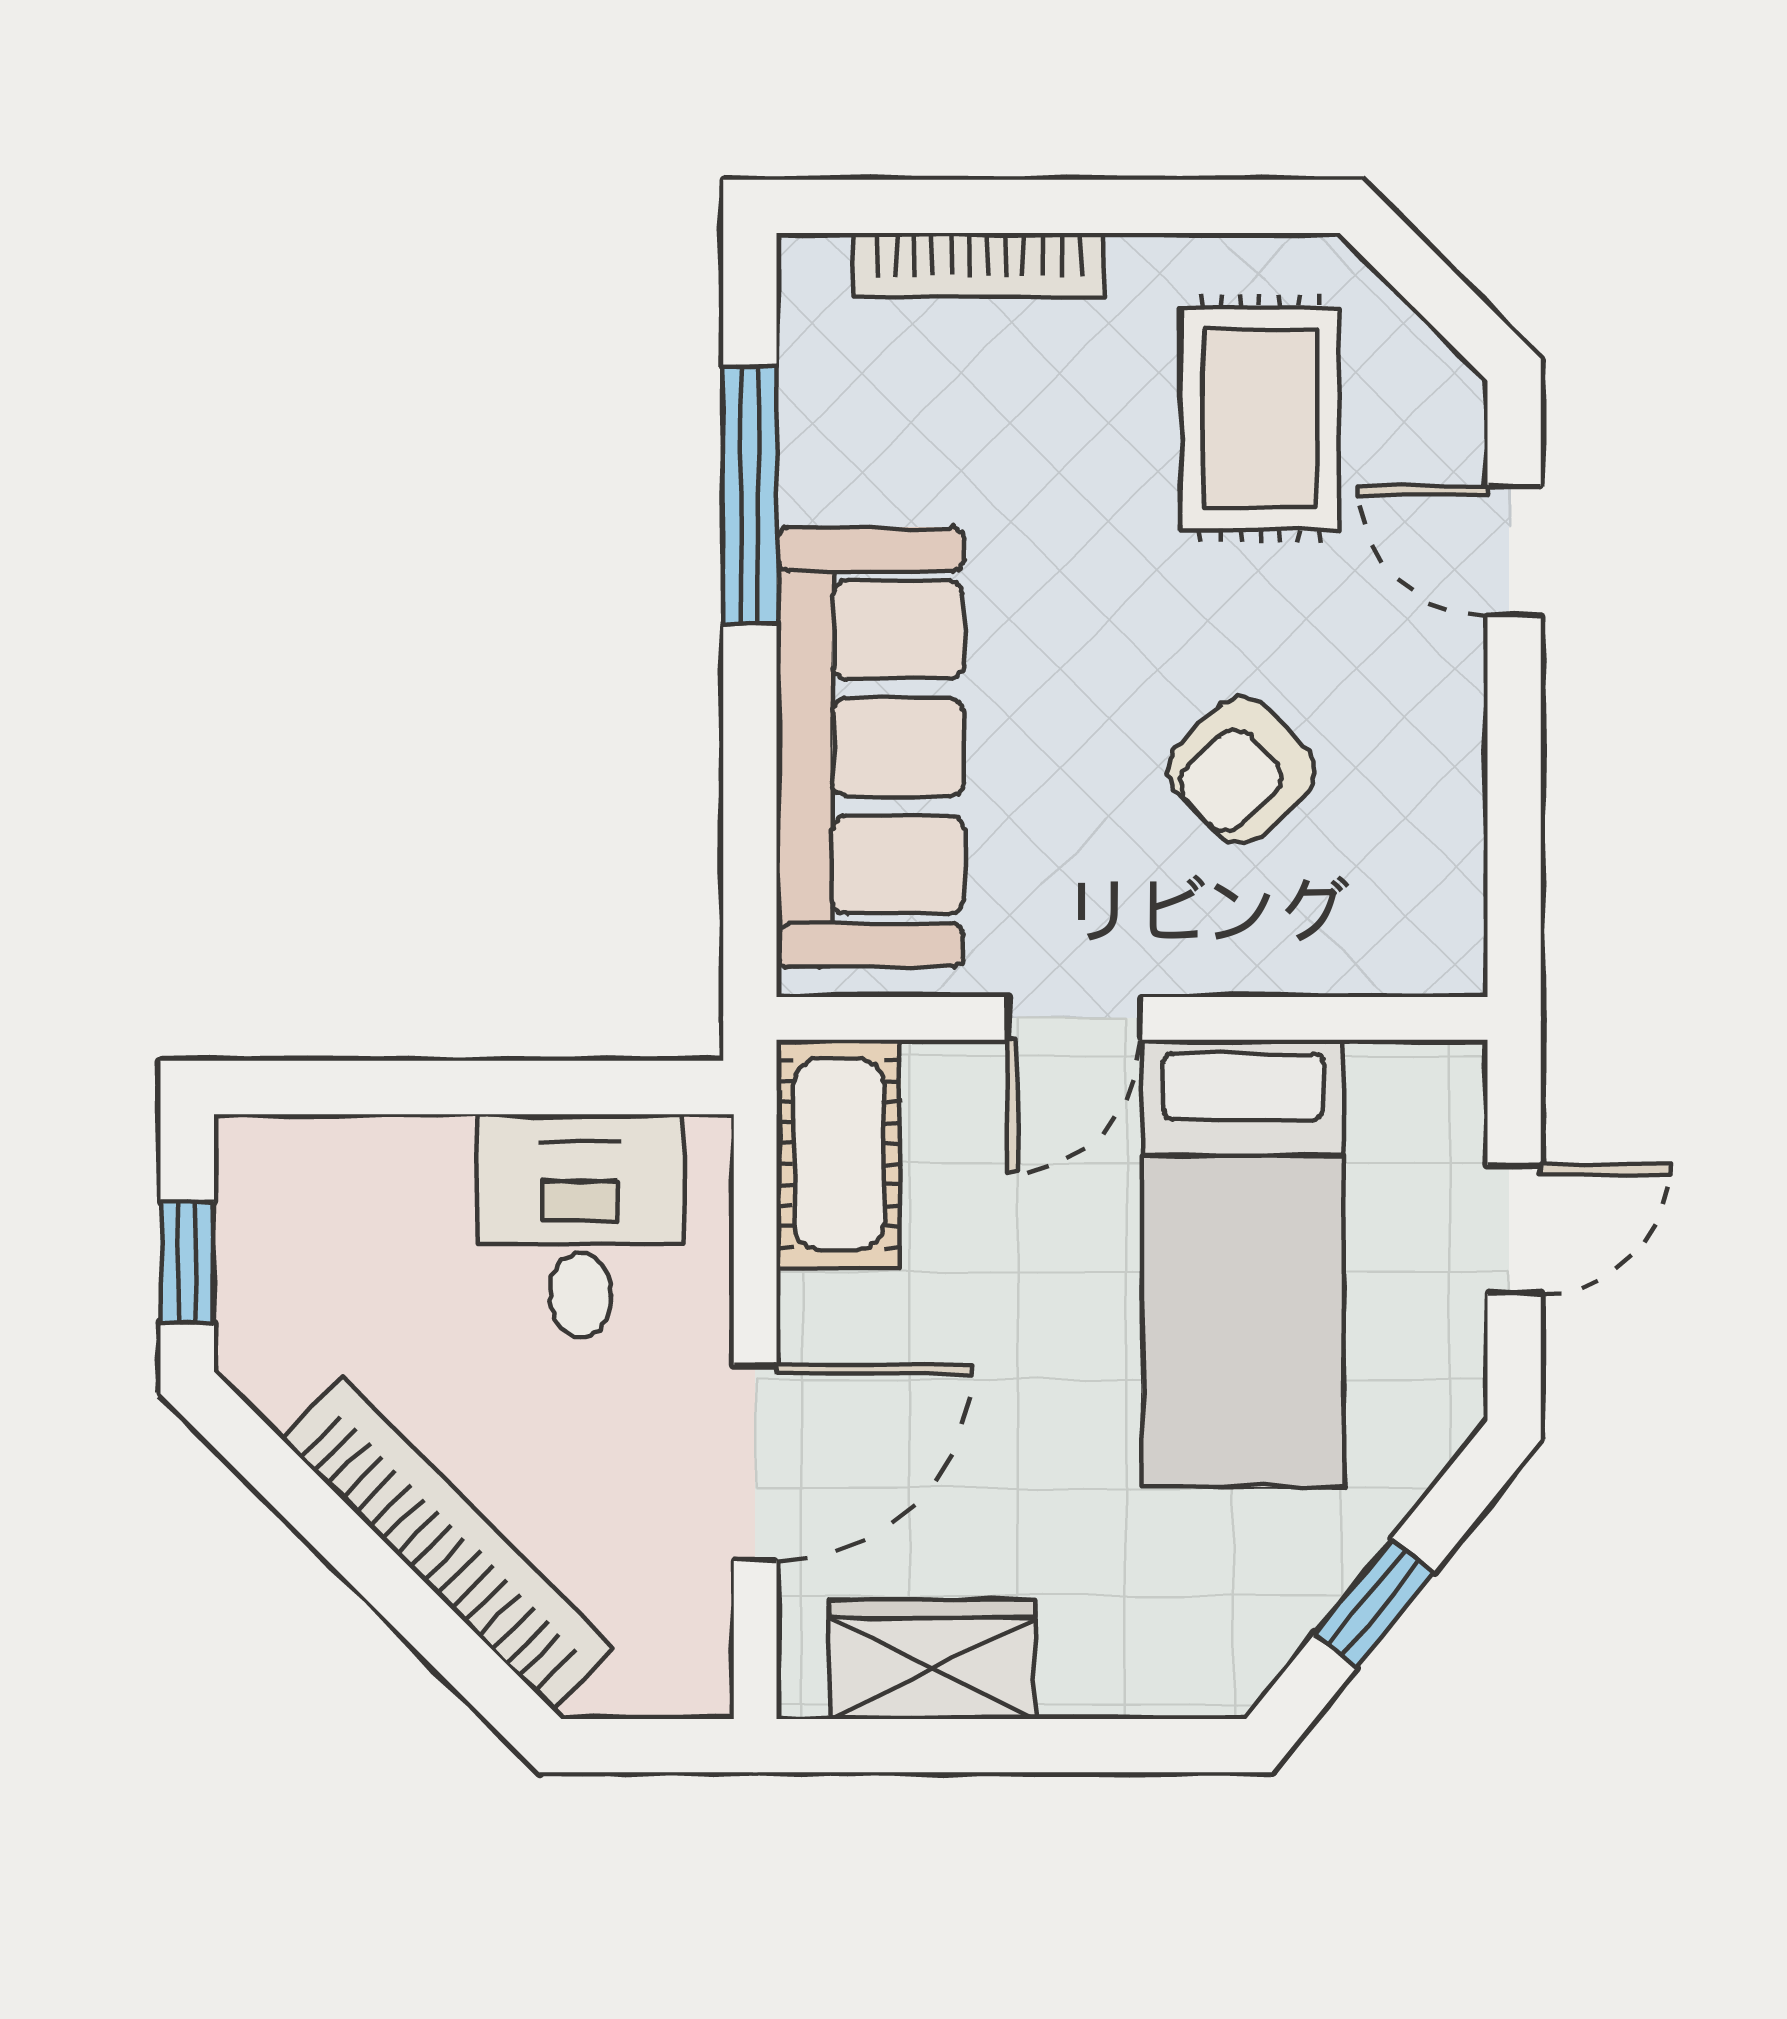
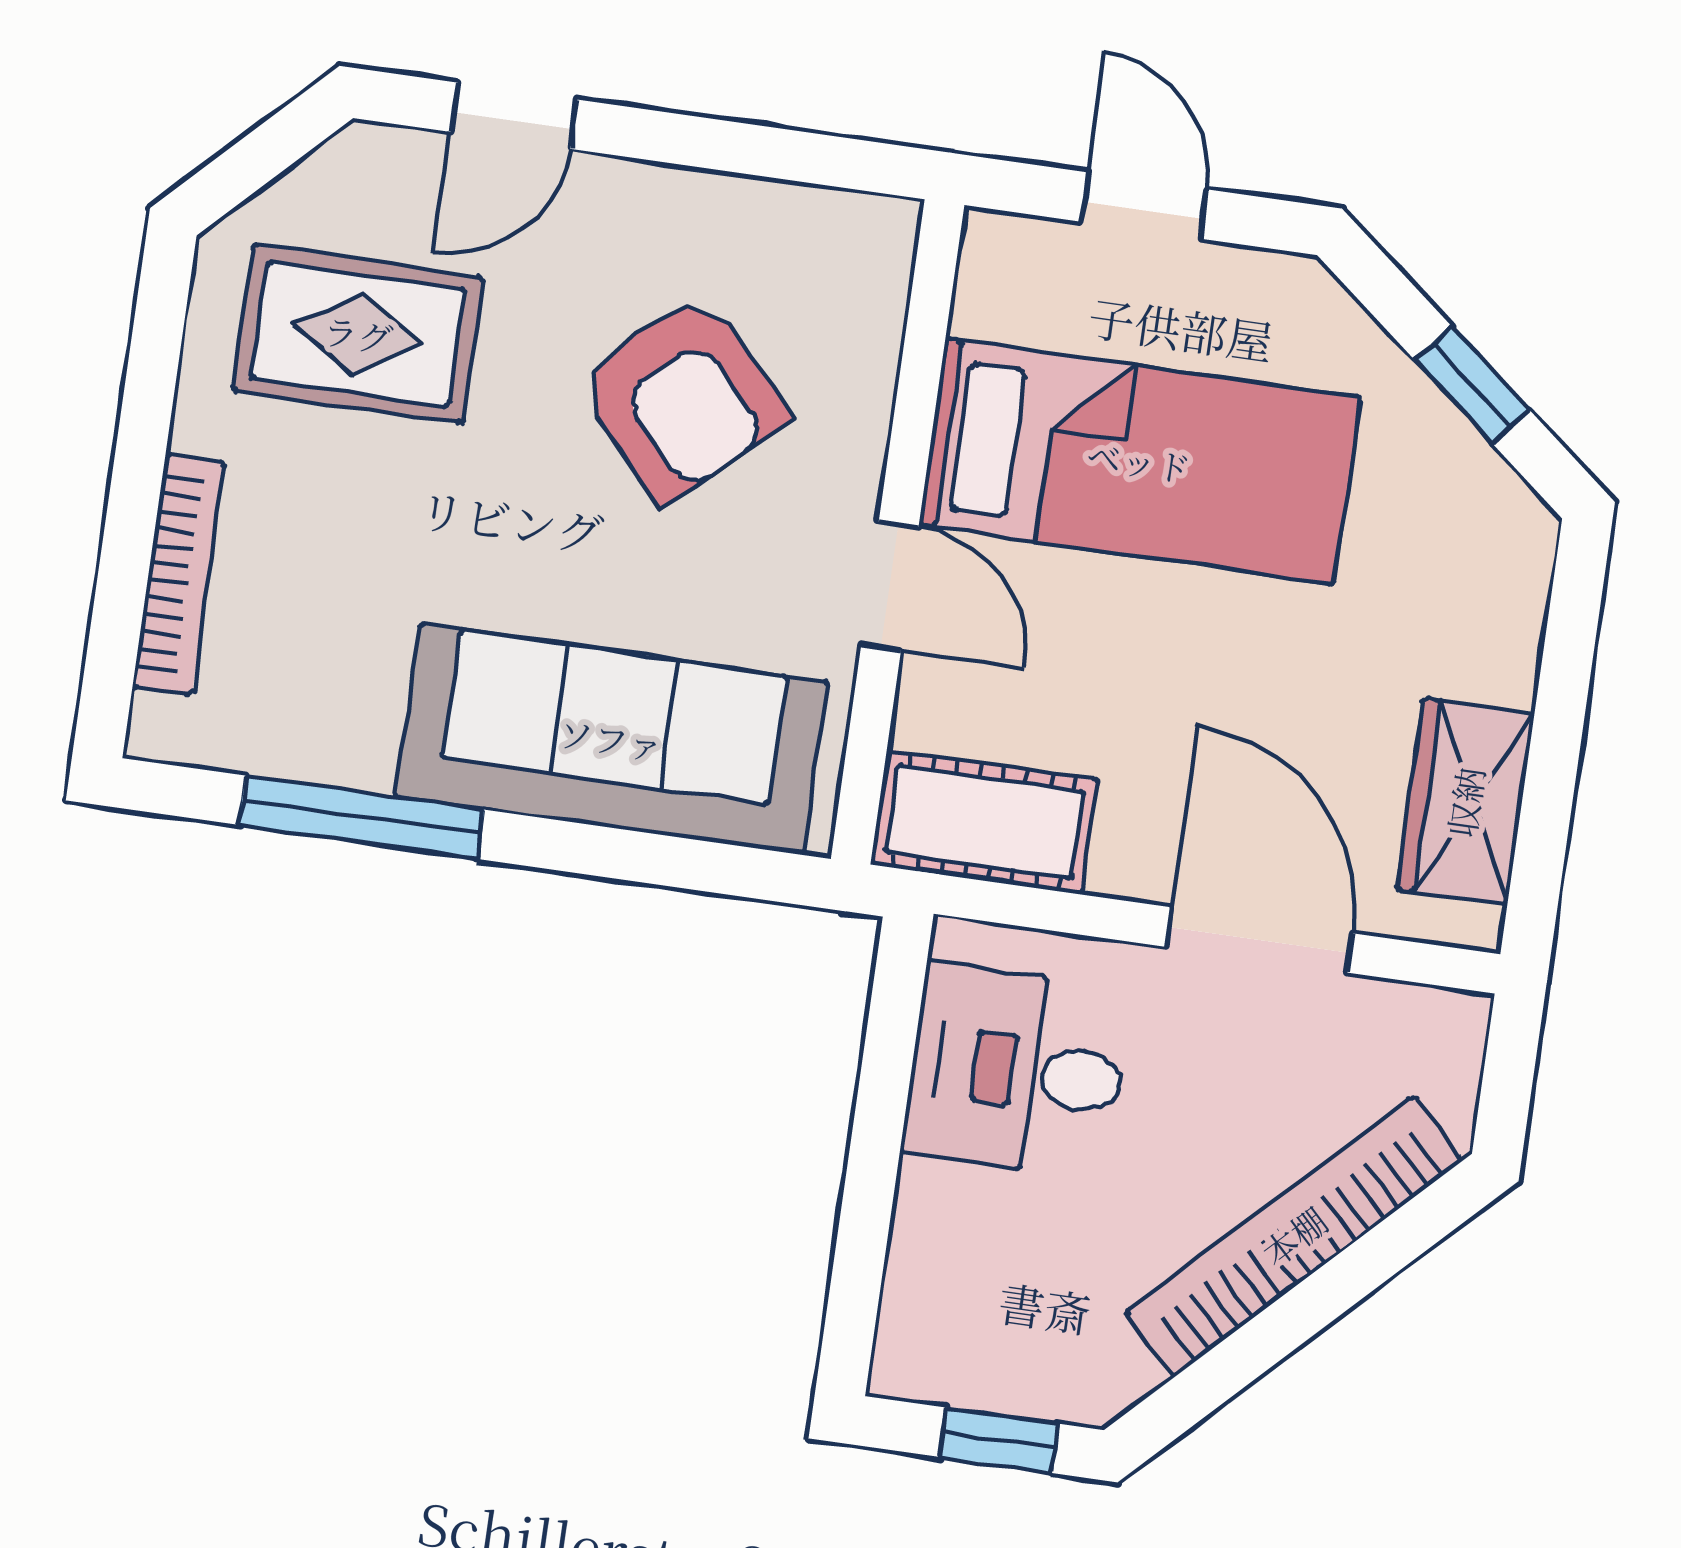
armchair: (1242, 770) -> (682, 397), width x1.38, depth x1.38

